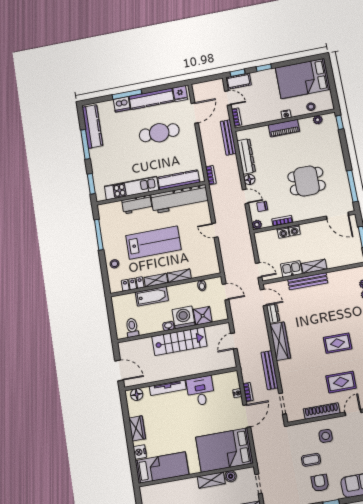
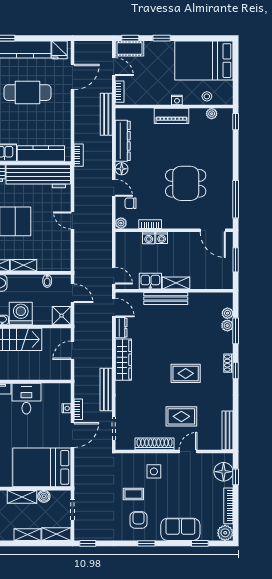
shower: (203, 316) -> (62, 316), moved

